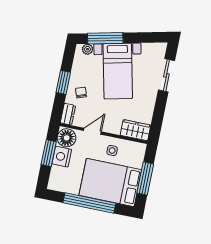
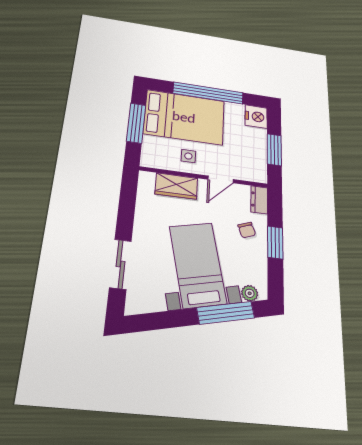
wardrobe: (135, 130) -> (176, 186), moved
floor lamp: (67, 138) -> (255, 169), removed
nightstand: (62, 157) -> (256, 117), moved

